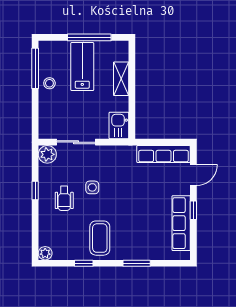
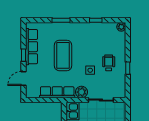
plant: (47, 154) -> (81, 92), moved
row of seats: (164, 154) -> (57, 92), moved
coffee table: (100, 238) -> (63, 55), moved, width x1.36, depth x1.32

